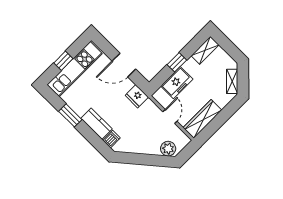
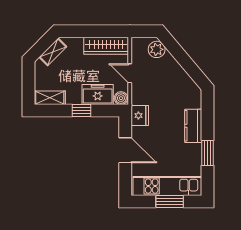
window: (63, 61) -> (170, 202), width x1.50
boiler: (160, 95) -> (121, 98), added
door: (170, 116) -> (130, 73), hinge flipped
dishwasher: (111, 139) -> (194, 102), removed

